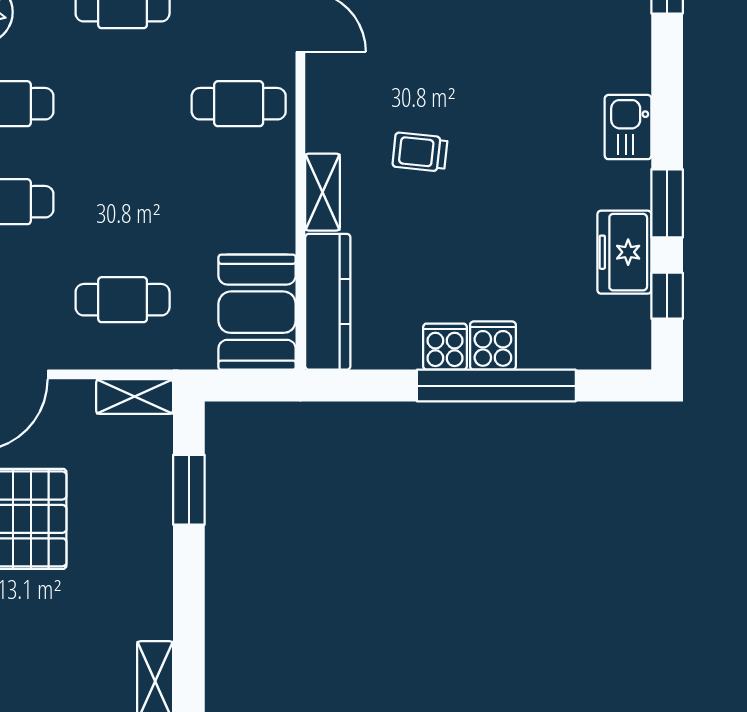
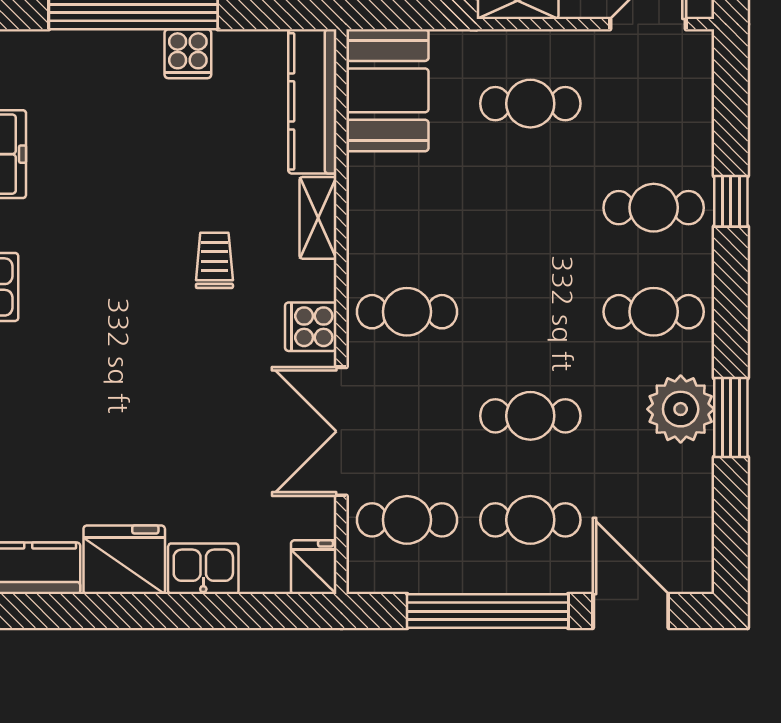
trolley: (420, 152) -> (214, 260), turned -96
cooker: (493, 346) -> (311, 327), moved, turned 90

